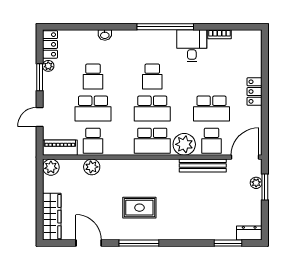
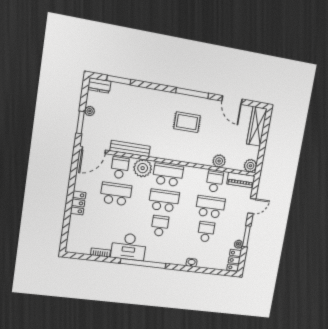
desk: (192, 46) -> (129, 247), width x1.37
plant: (256, 183) -> (90, 111), moved

